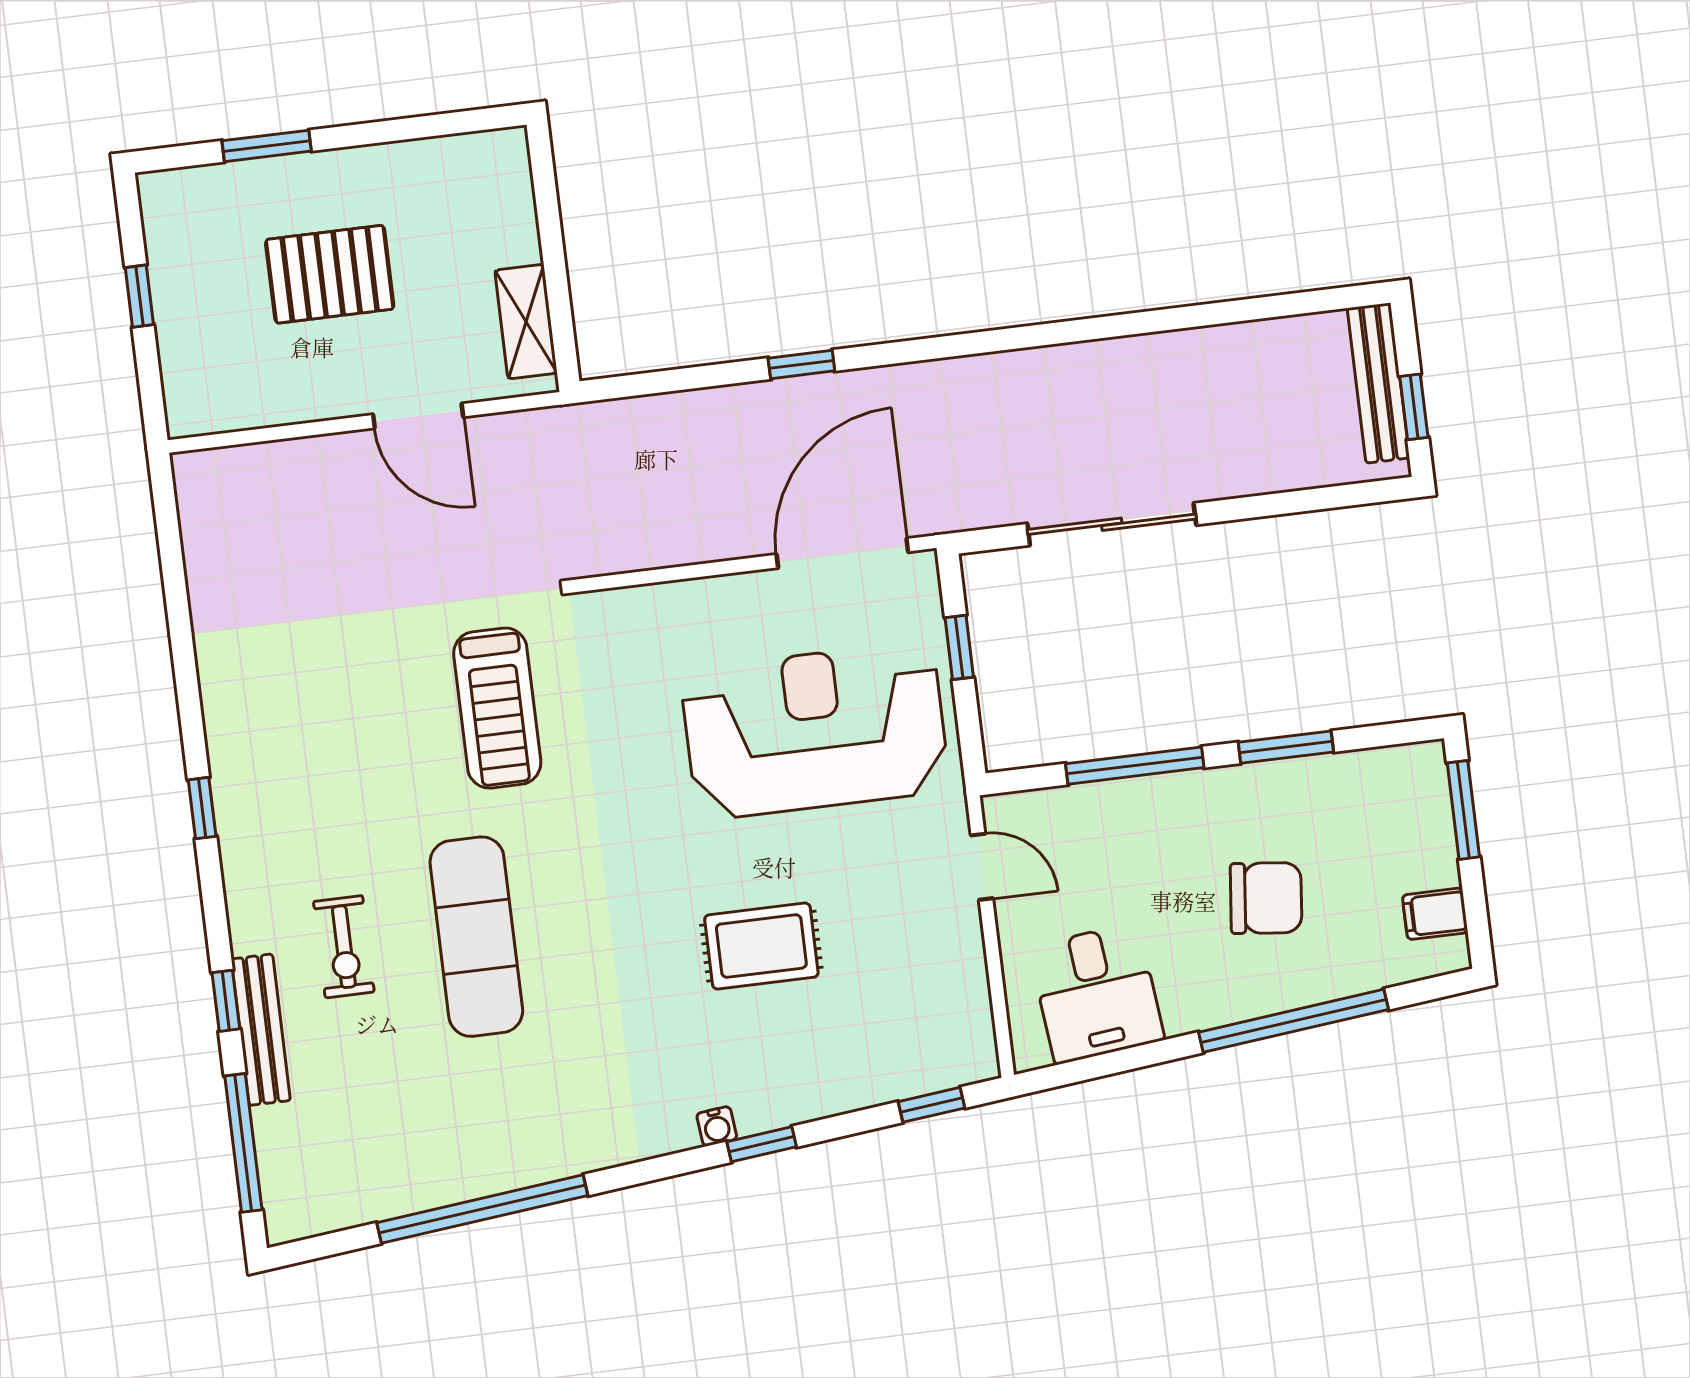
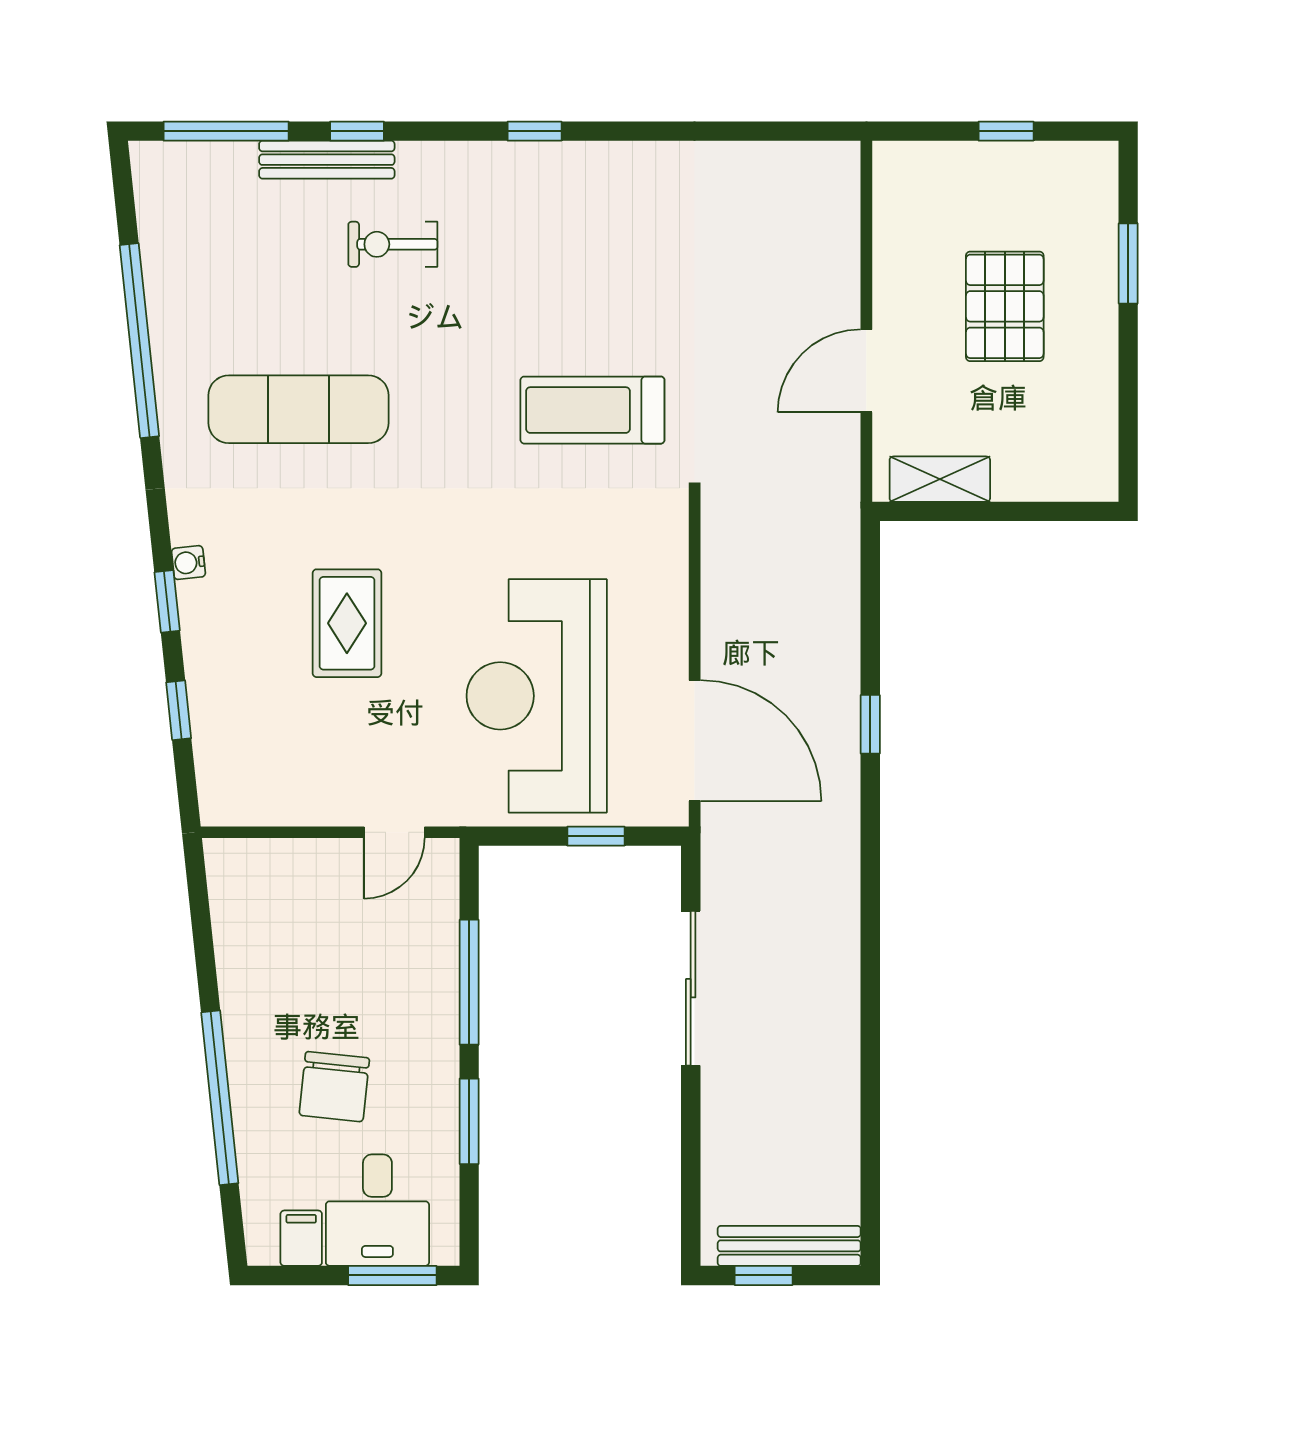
reception desk: (815, 730) -> (537, 696), turned 180
exercise mat: (476, 937) -> (299, 409), moved
desk: (1097, 993) -> (377, 1210), moved, turned -84
window: (931, 1105) -> (179, 710), moved

